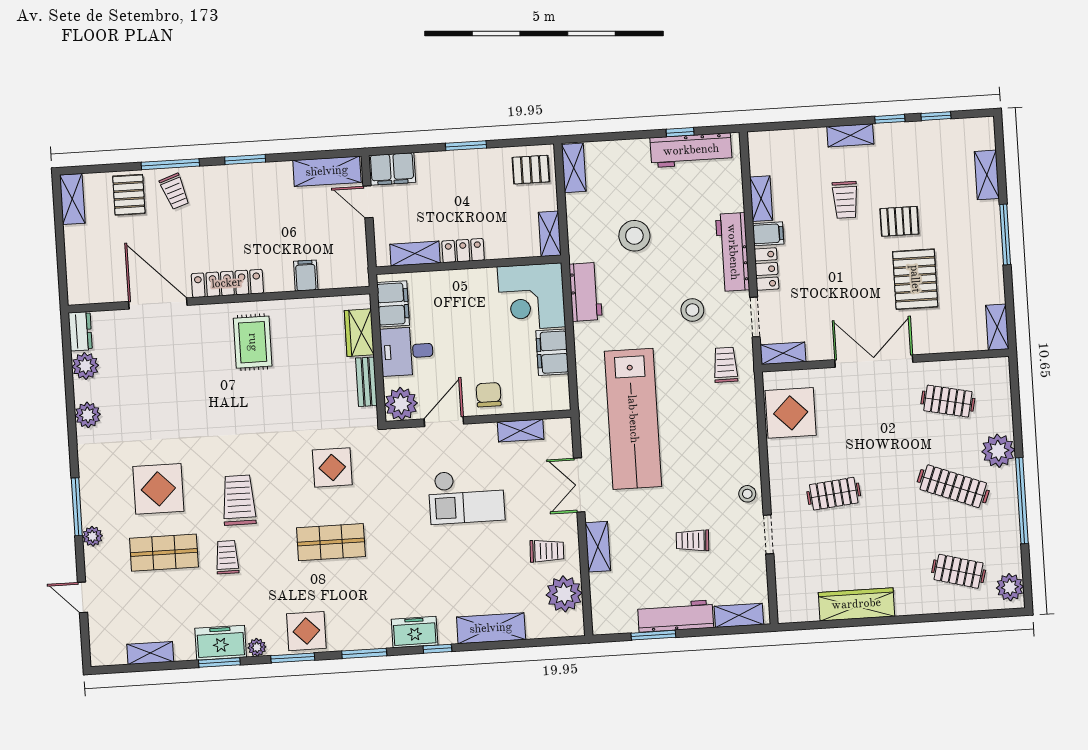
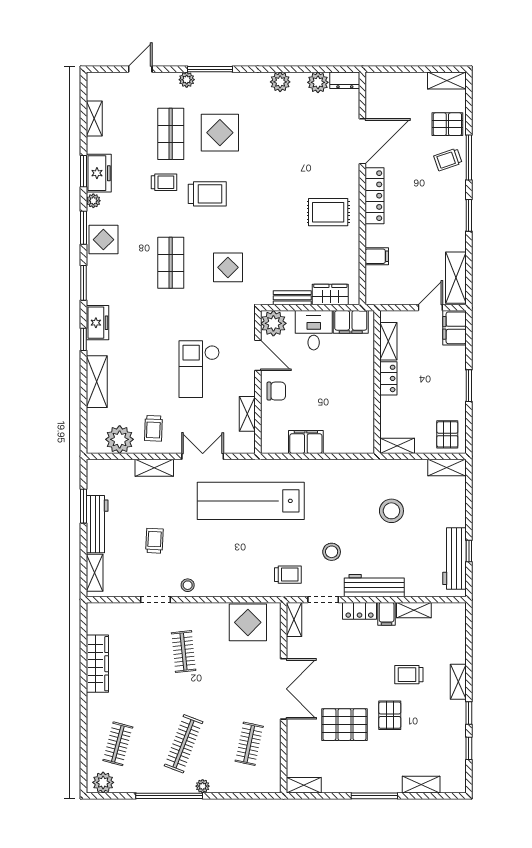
workbench: (586, 292) -> (351, 471), removed
corner desk: (531, 297) -> (350, 429), removed
plant: (998, 451) -> (203, 786), width x0.53, depth x0.53

